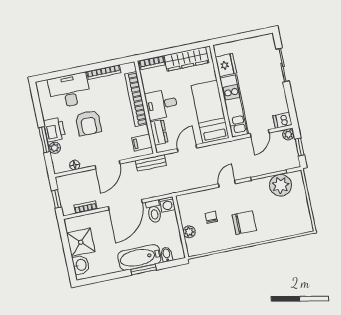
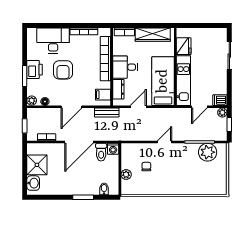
plant: (55, 148) -> (32, 101), moved
chair: (244, 223) -> (172, 176), removed
bathtub: (139, 257) -> (82, 187), removed

